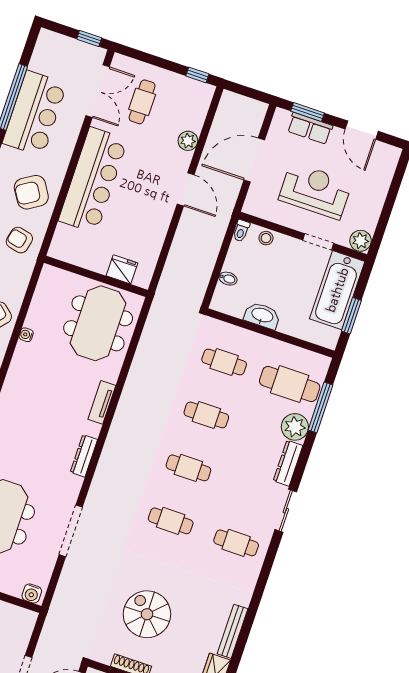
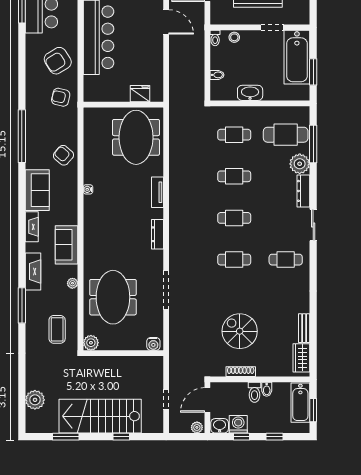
plant: (361, 241) -> (302, 17), removed
water cooler: (26, 335) -> (88, 189), moved
bench: (233, 631) -> (304, 328), width x0.73

